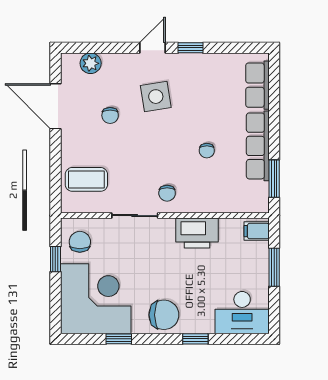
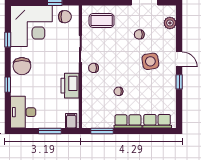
row of seats: (258, 146) -> (128, 121), width x0.68
coffee table: (86, 179) -> (102, 21), turned 90

